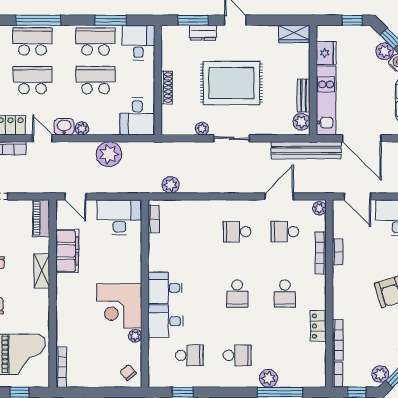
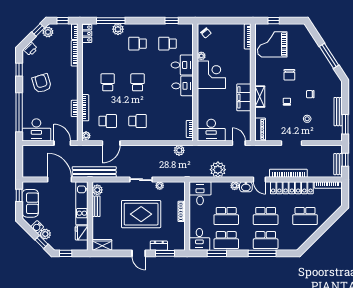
filing cabinet: (67, 251) -> (244, 97), moved
locker: (318, 326) -> (87, 34), moved

